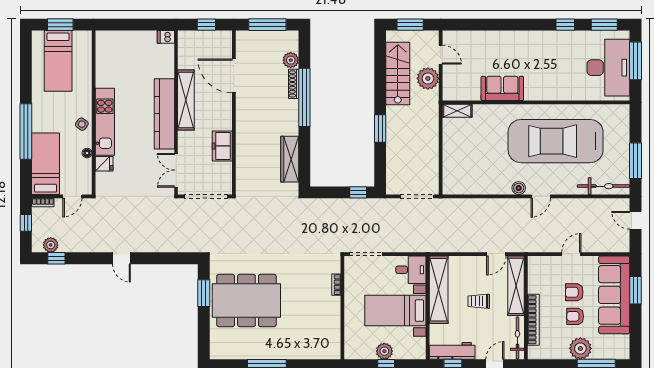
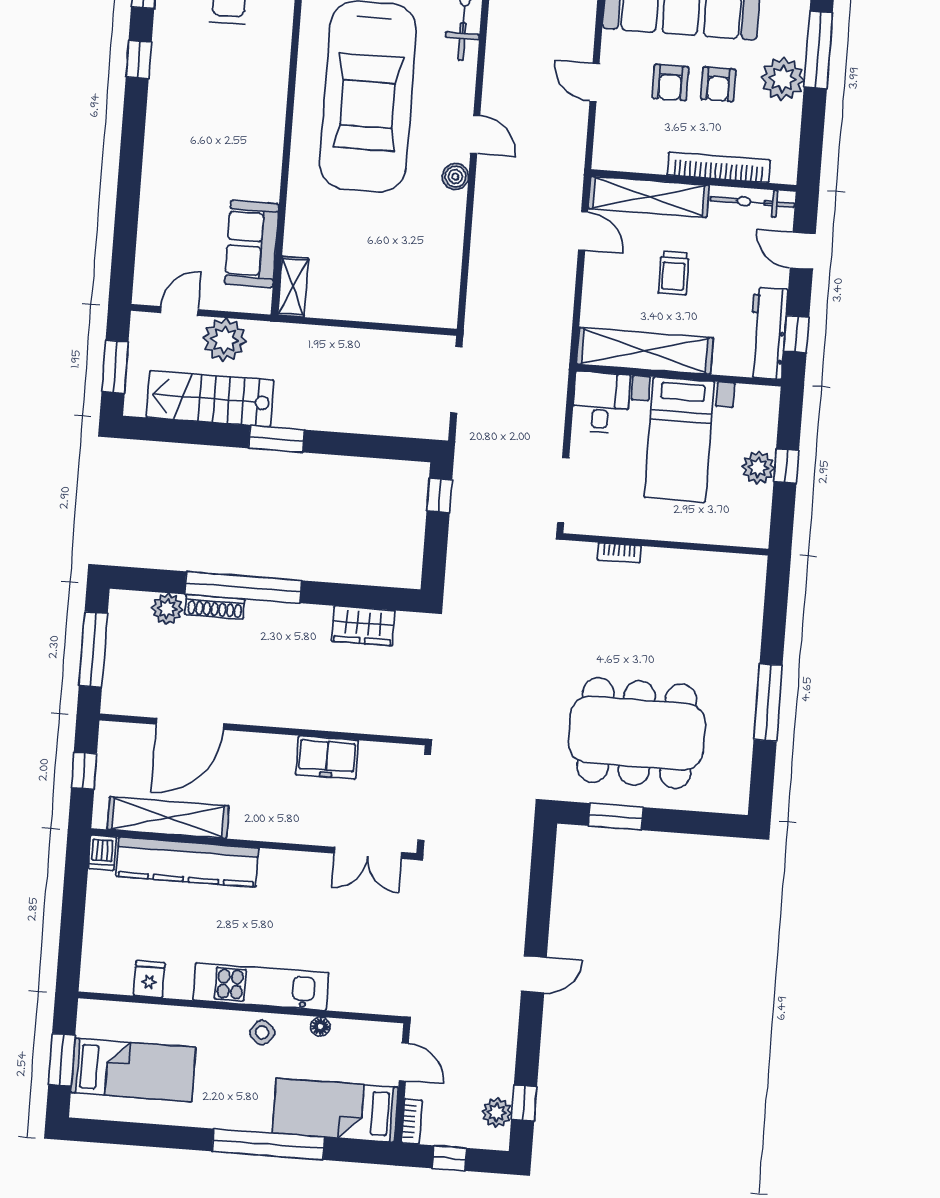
sofa: (502, 88) -> (252, 244), moved
shelving: (186, 100) -> (168, 818), moved
kitchen counter: (164, 114) -> (187, 862), moved
window: (380, 129) -> (277, 439), moved
wardrobe: (290, 159) -> (363, 626), width x0.67
fridge: (104, 164) -> (149, 979), moved
dining table: (246, 301) -> (637, 733), turned 90

